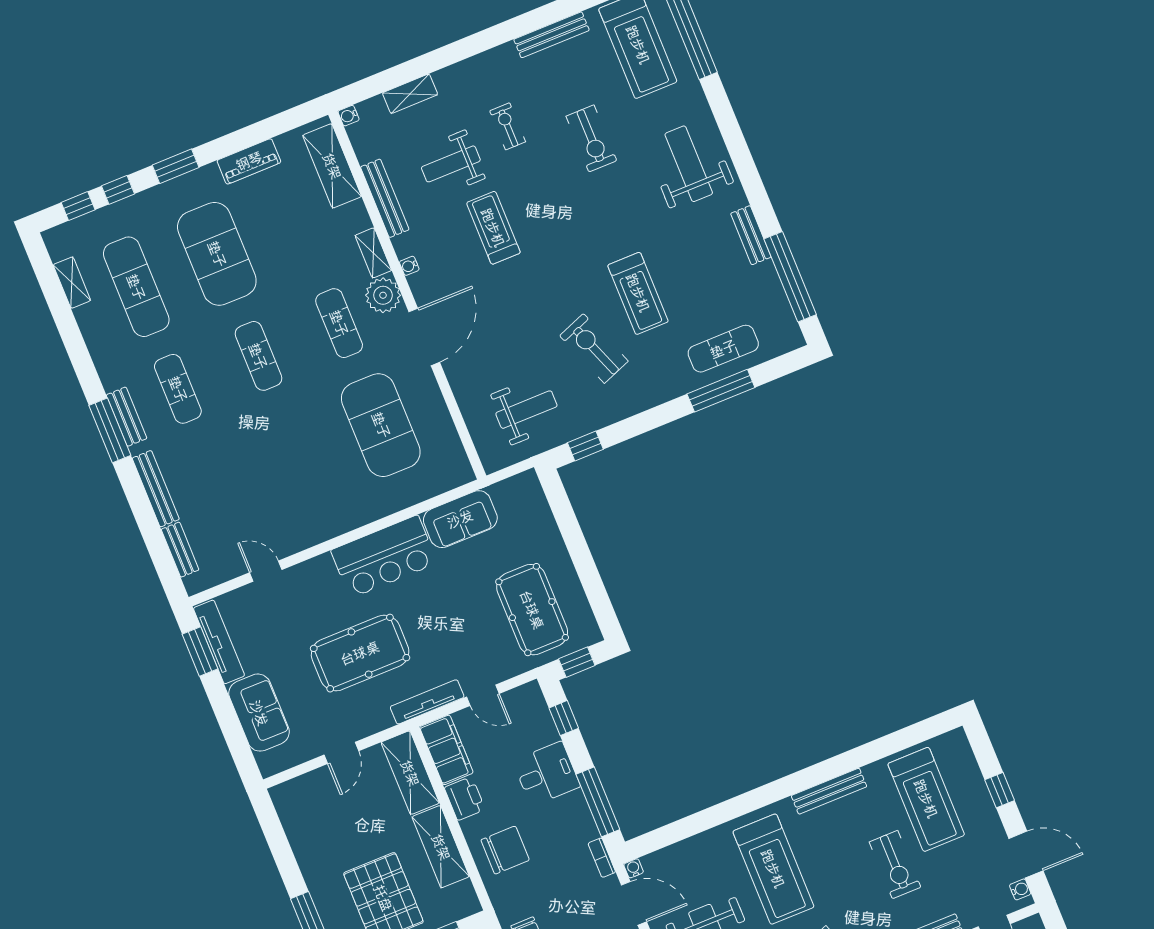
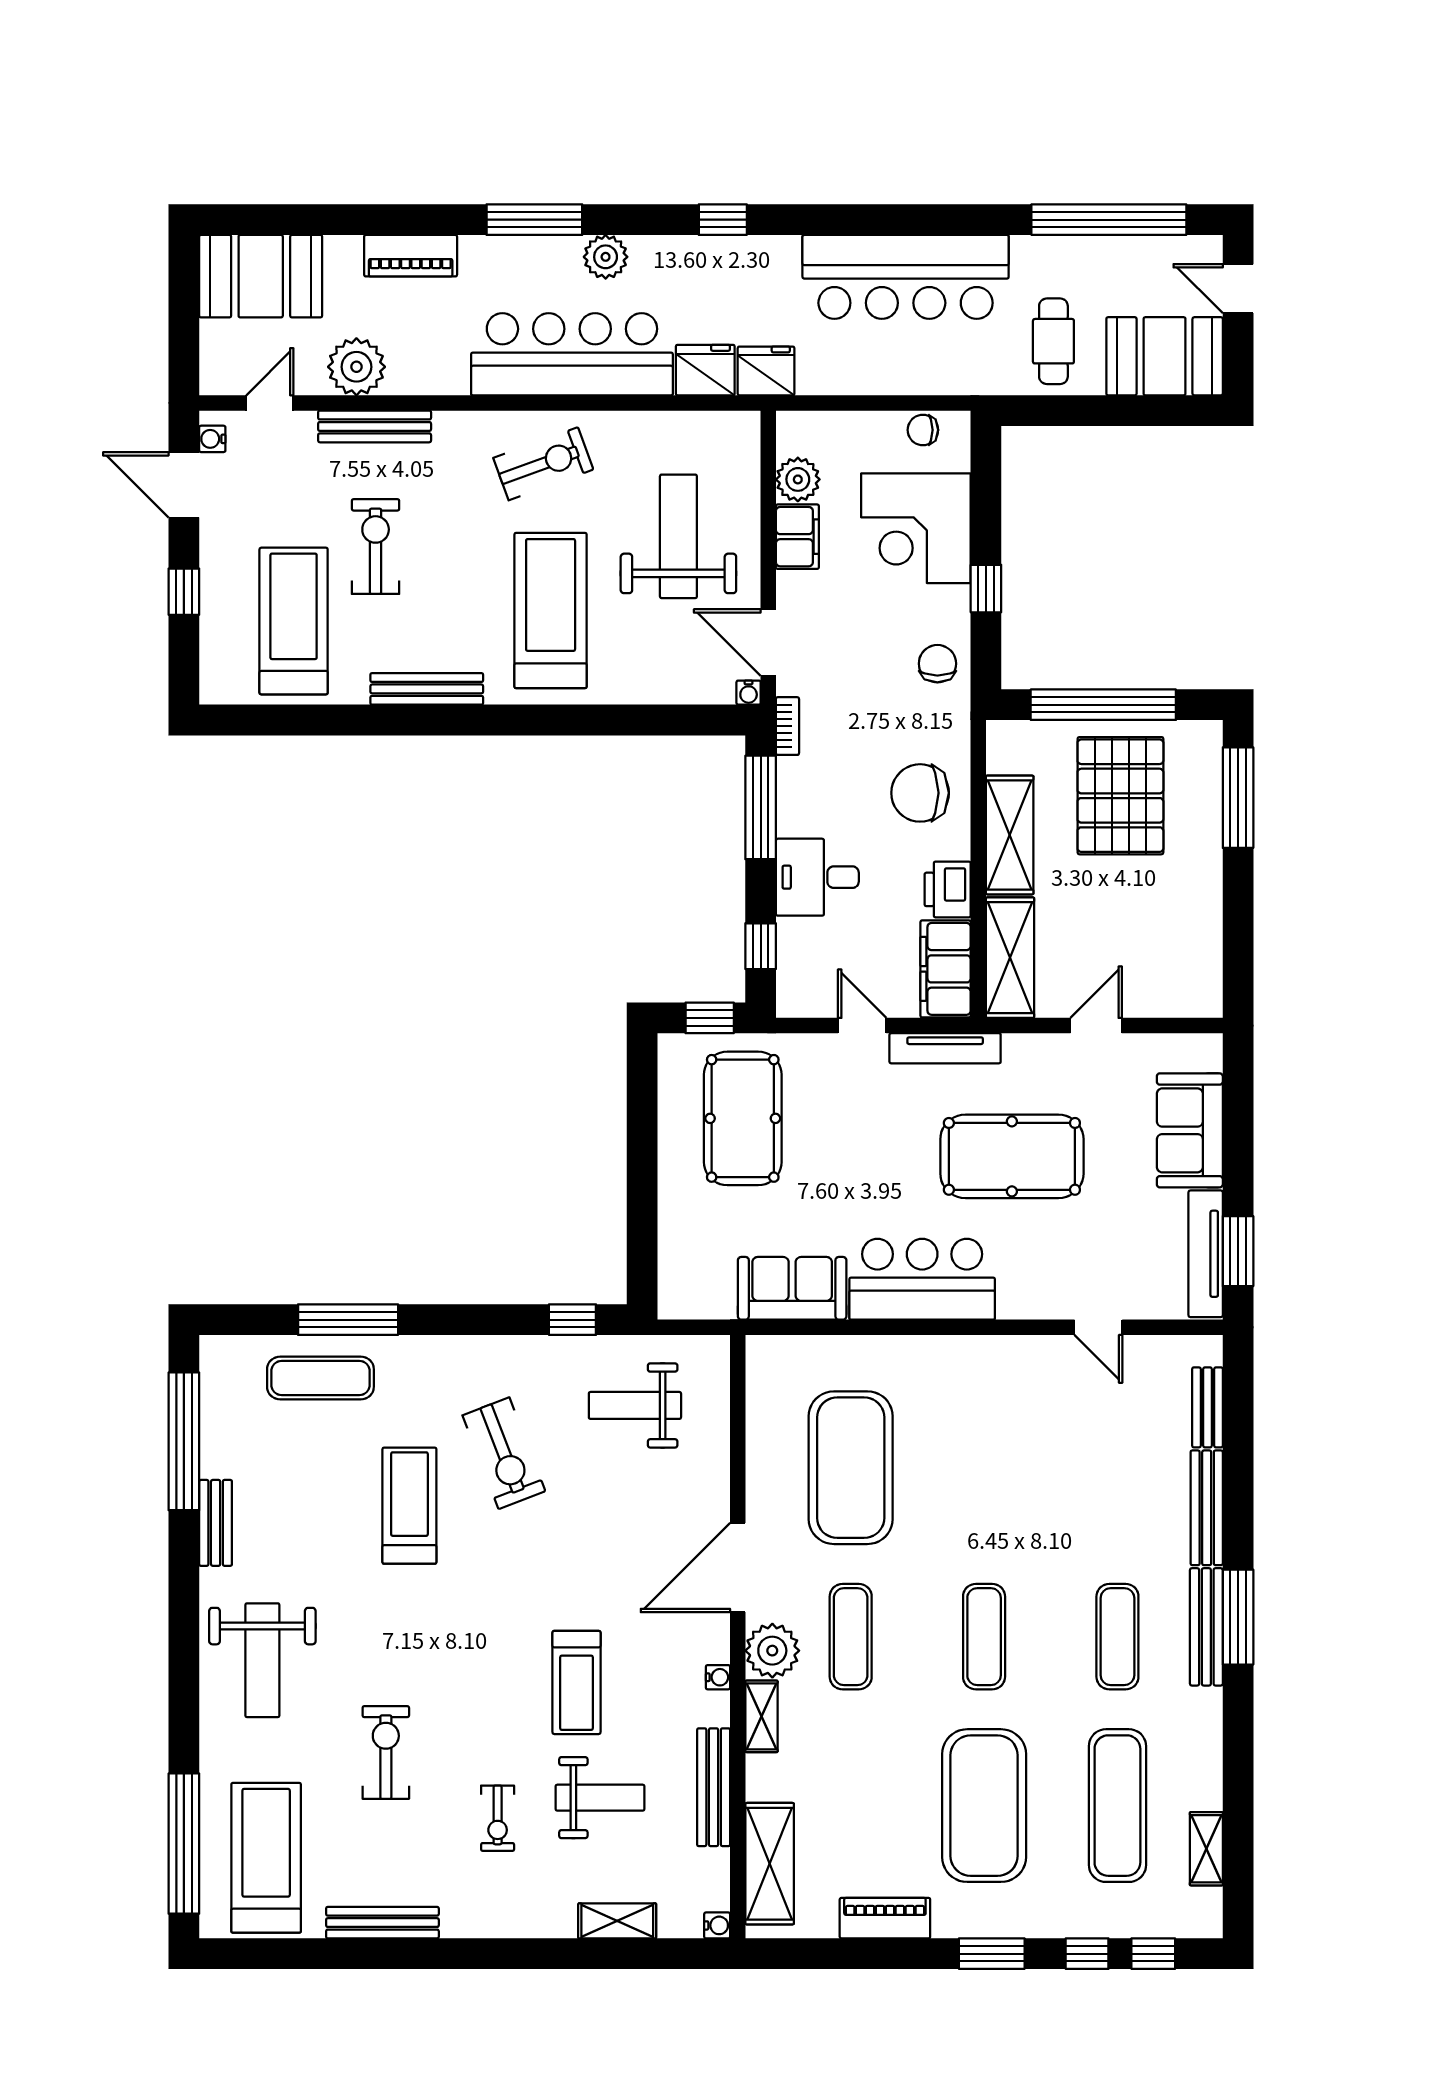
bench: (127, 417) -> (1206, 1627), width x1.36

